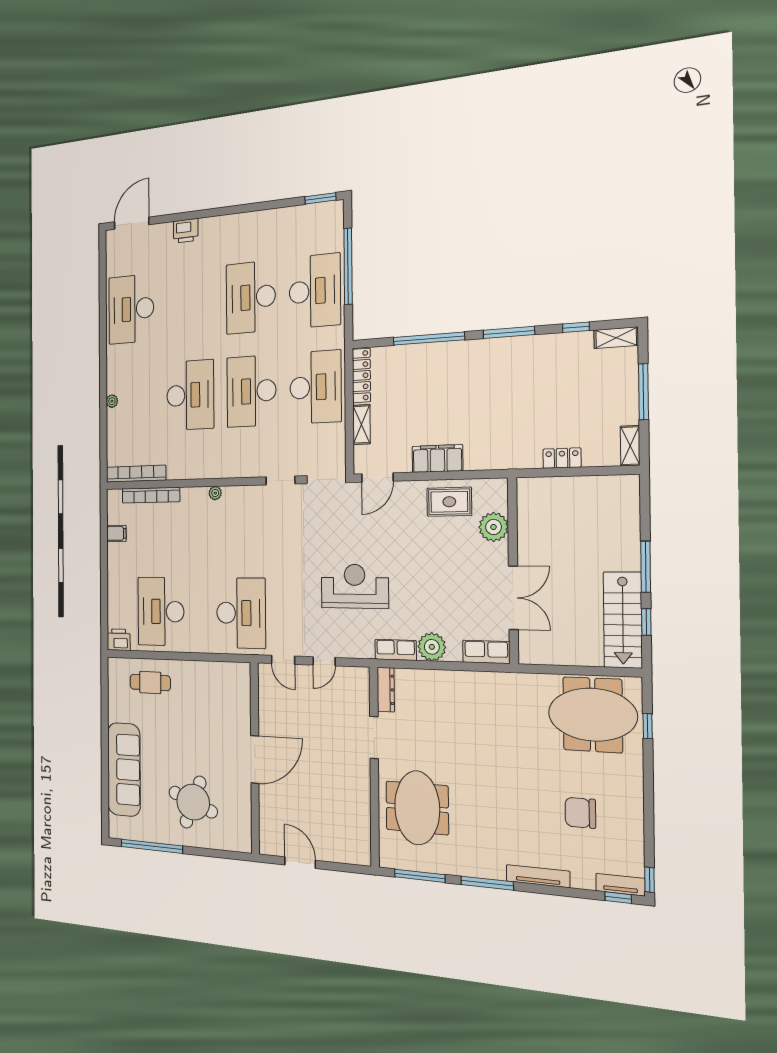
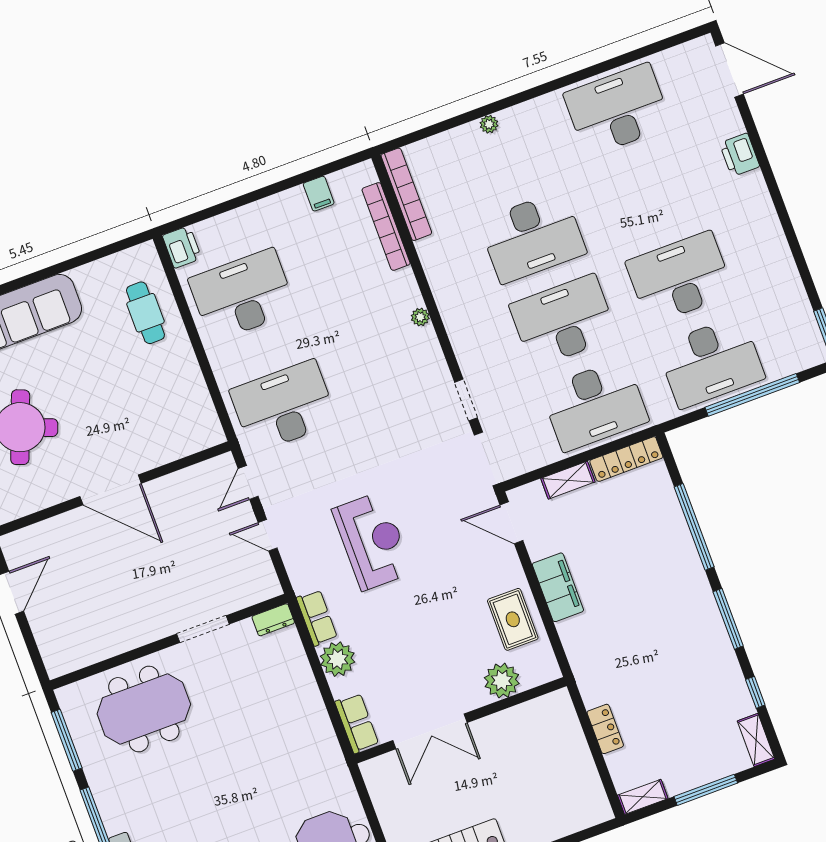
desk: (241, 613) -> (284, 406), turned 180
dresser: (386, 690) -> (273, 620), width x0.70

